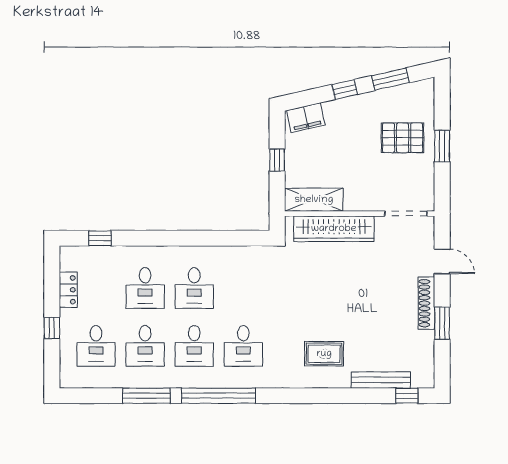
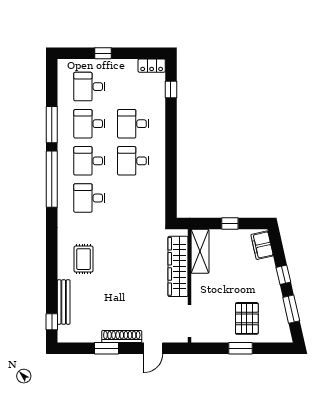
locker: (68, 290) -> (152, 66), moved

